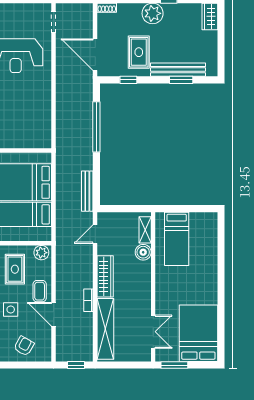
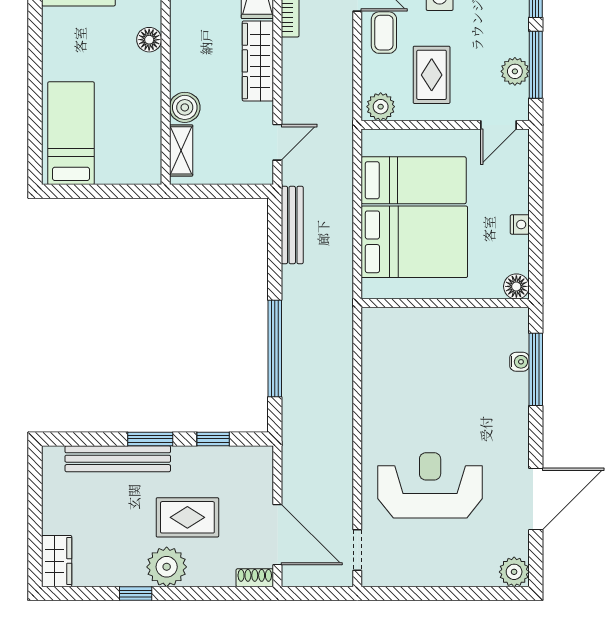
rug: (139, 52) -> (187, 517), moved, turned 90
door: (95, 55) -> (277, 535), moved
window: (181, 80) -> (150, 439), moved
bed: (177, 239) -> (71, 133), moved
floor lamp: (162, 287) -> (149, 40), added

